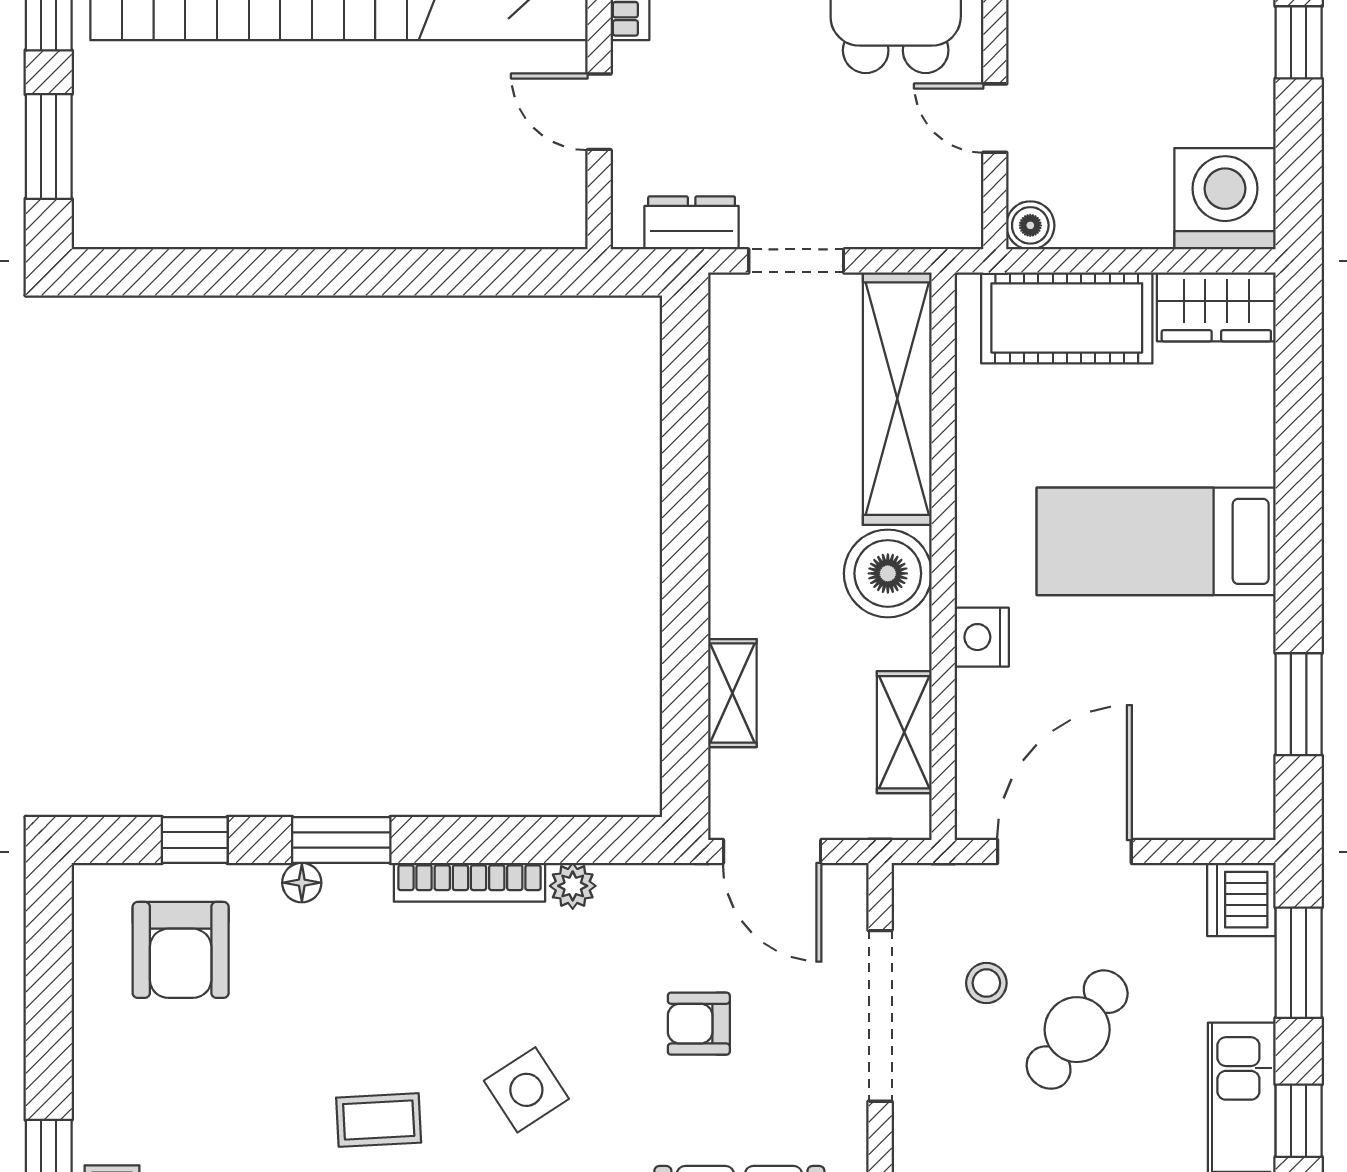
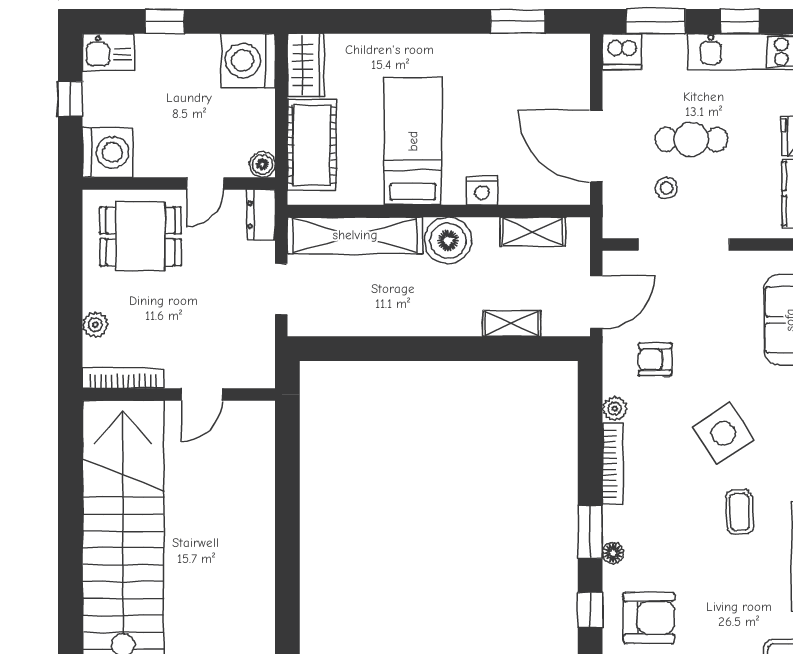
dresser: (692, 223) -> (261, 215), moved
bed: (1156, 541) -> (413, 141), moved, turned 180
armchair: (699, 1024) -> (655, 359), moved, turned 90
cafe table: (1077, 1030) -> (691, 139), turned -37
side table: (526, 1090) -> (723, 433), width x1.37, depth x1.37

